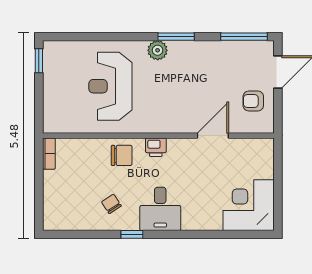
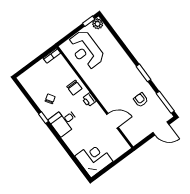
plant: (158, 50) -> (98, 24), moved
reception desk: (110, 86) -> (86, 50), moved, turned -90
armchair: (253, 101) -> (141, 100), moved

